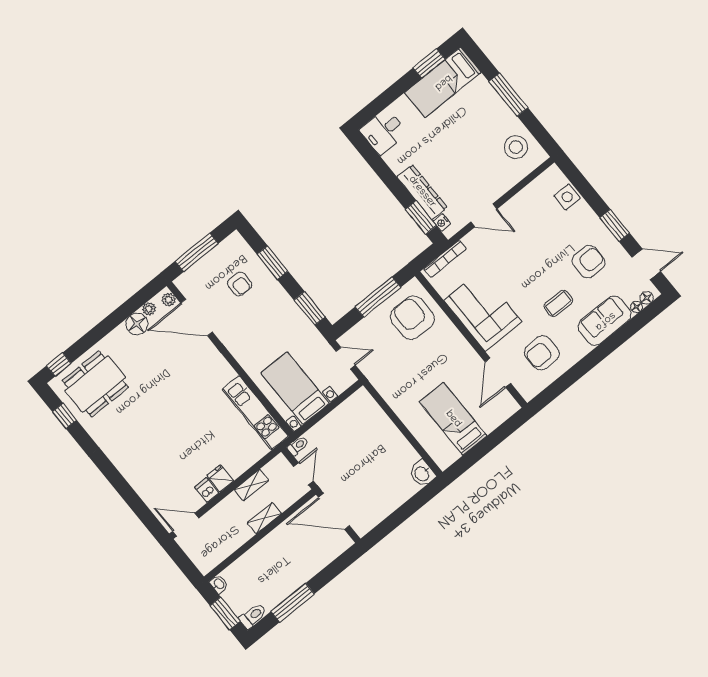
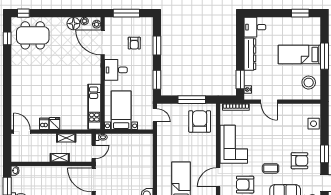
bed: (443, 82) -> (299, 55), moved
dresser: (422, 192) -> (250, 54), moved
desk: (244, 340) -> (116, 70), added

